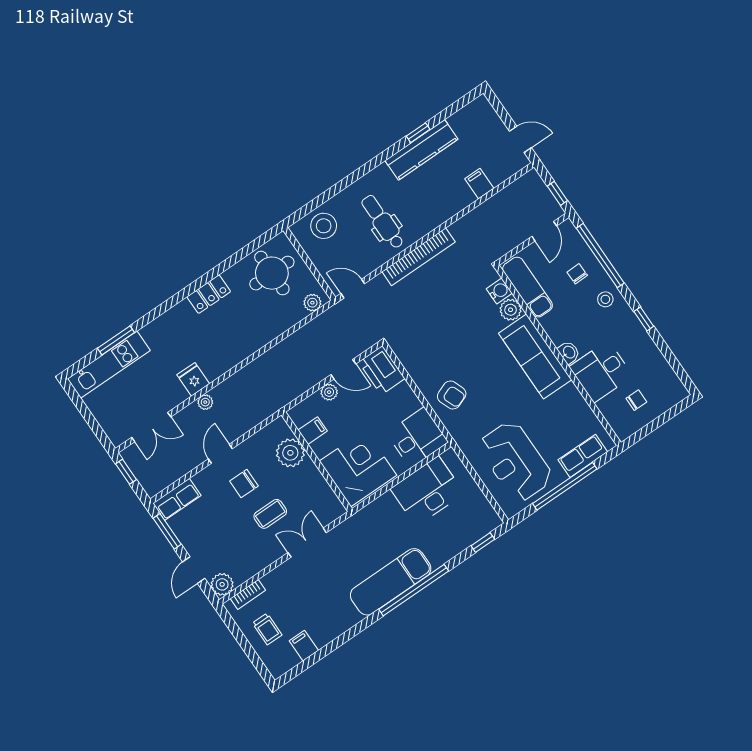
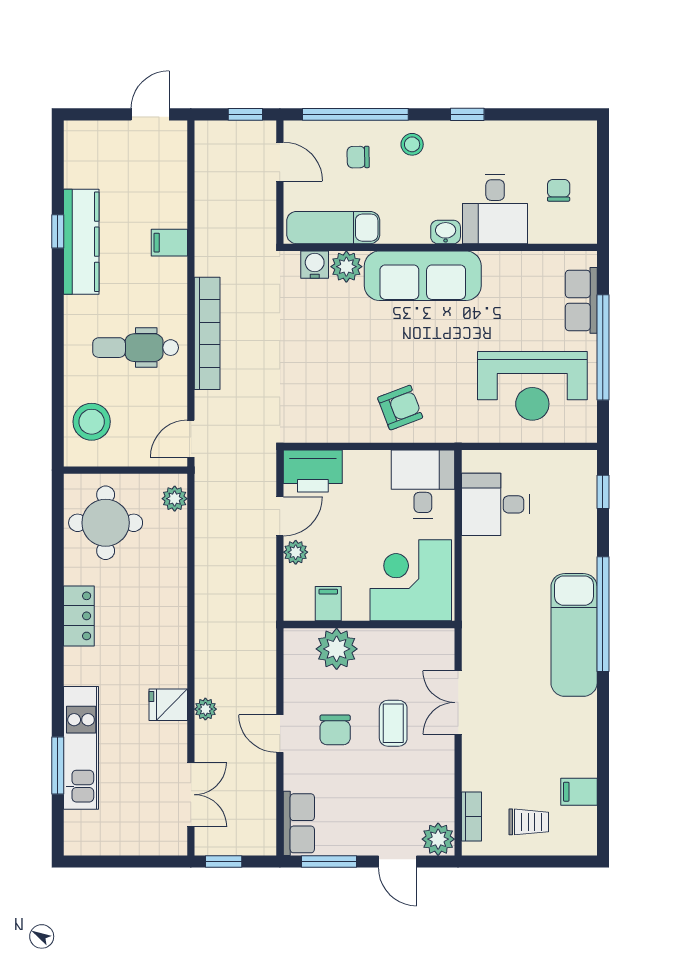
filing cabinet: (479, 184) -> (169, 243), moved
kitchen unit: (109, 365) -> (81, 748), moved
desk: (427, 491) -> (495, 504), width x0.73

